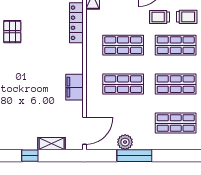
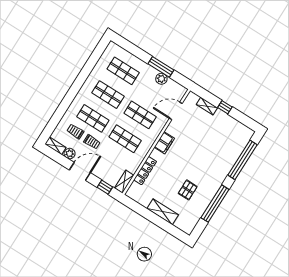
filing cabinet: (74, 87) -> (164, 143), moved
door: (84, 131) -> (176, 111), moved

